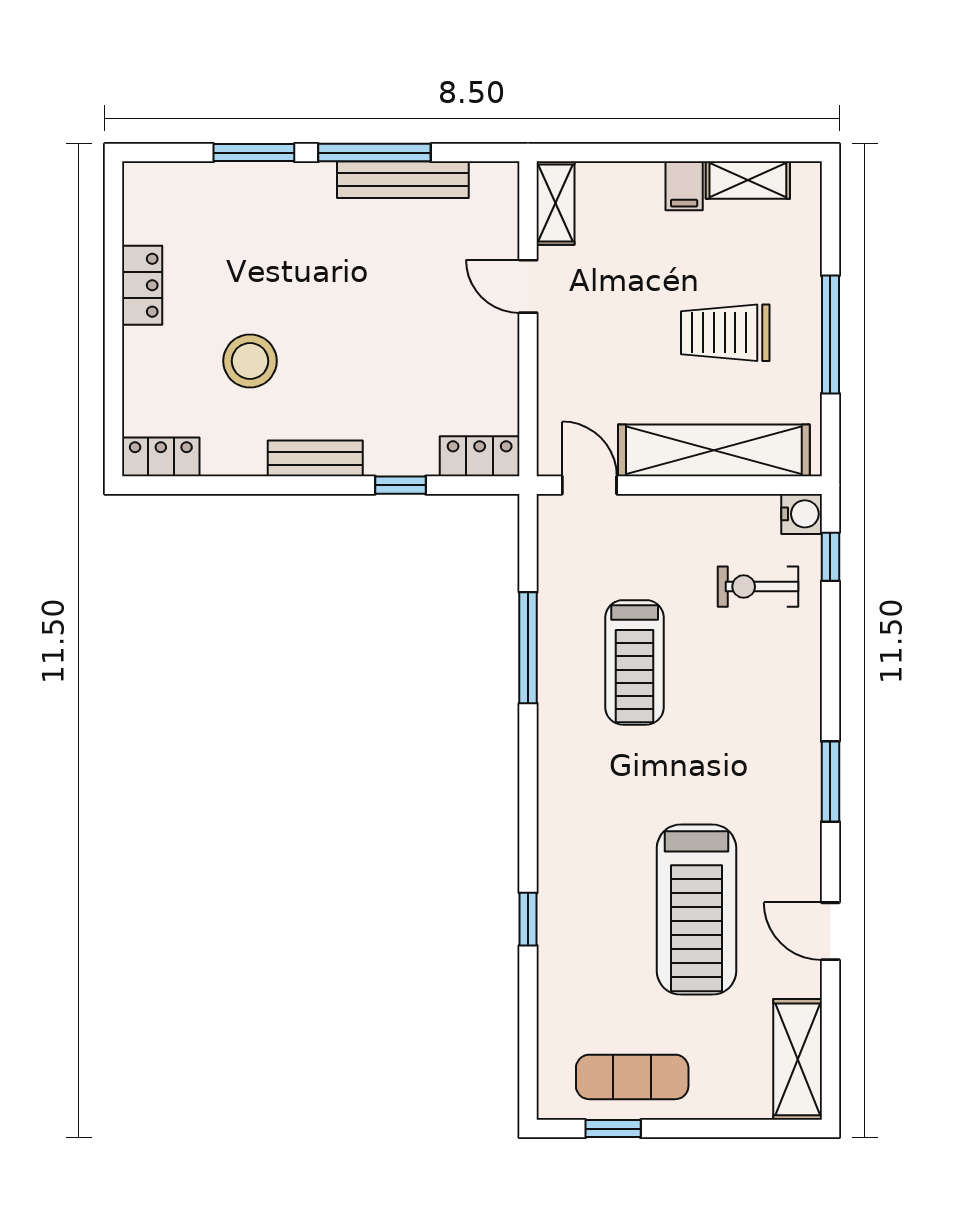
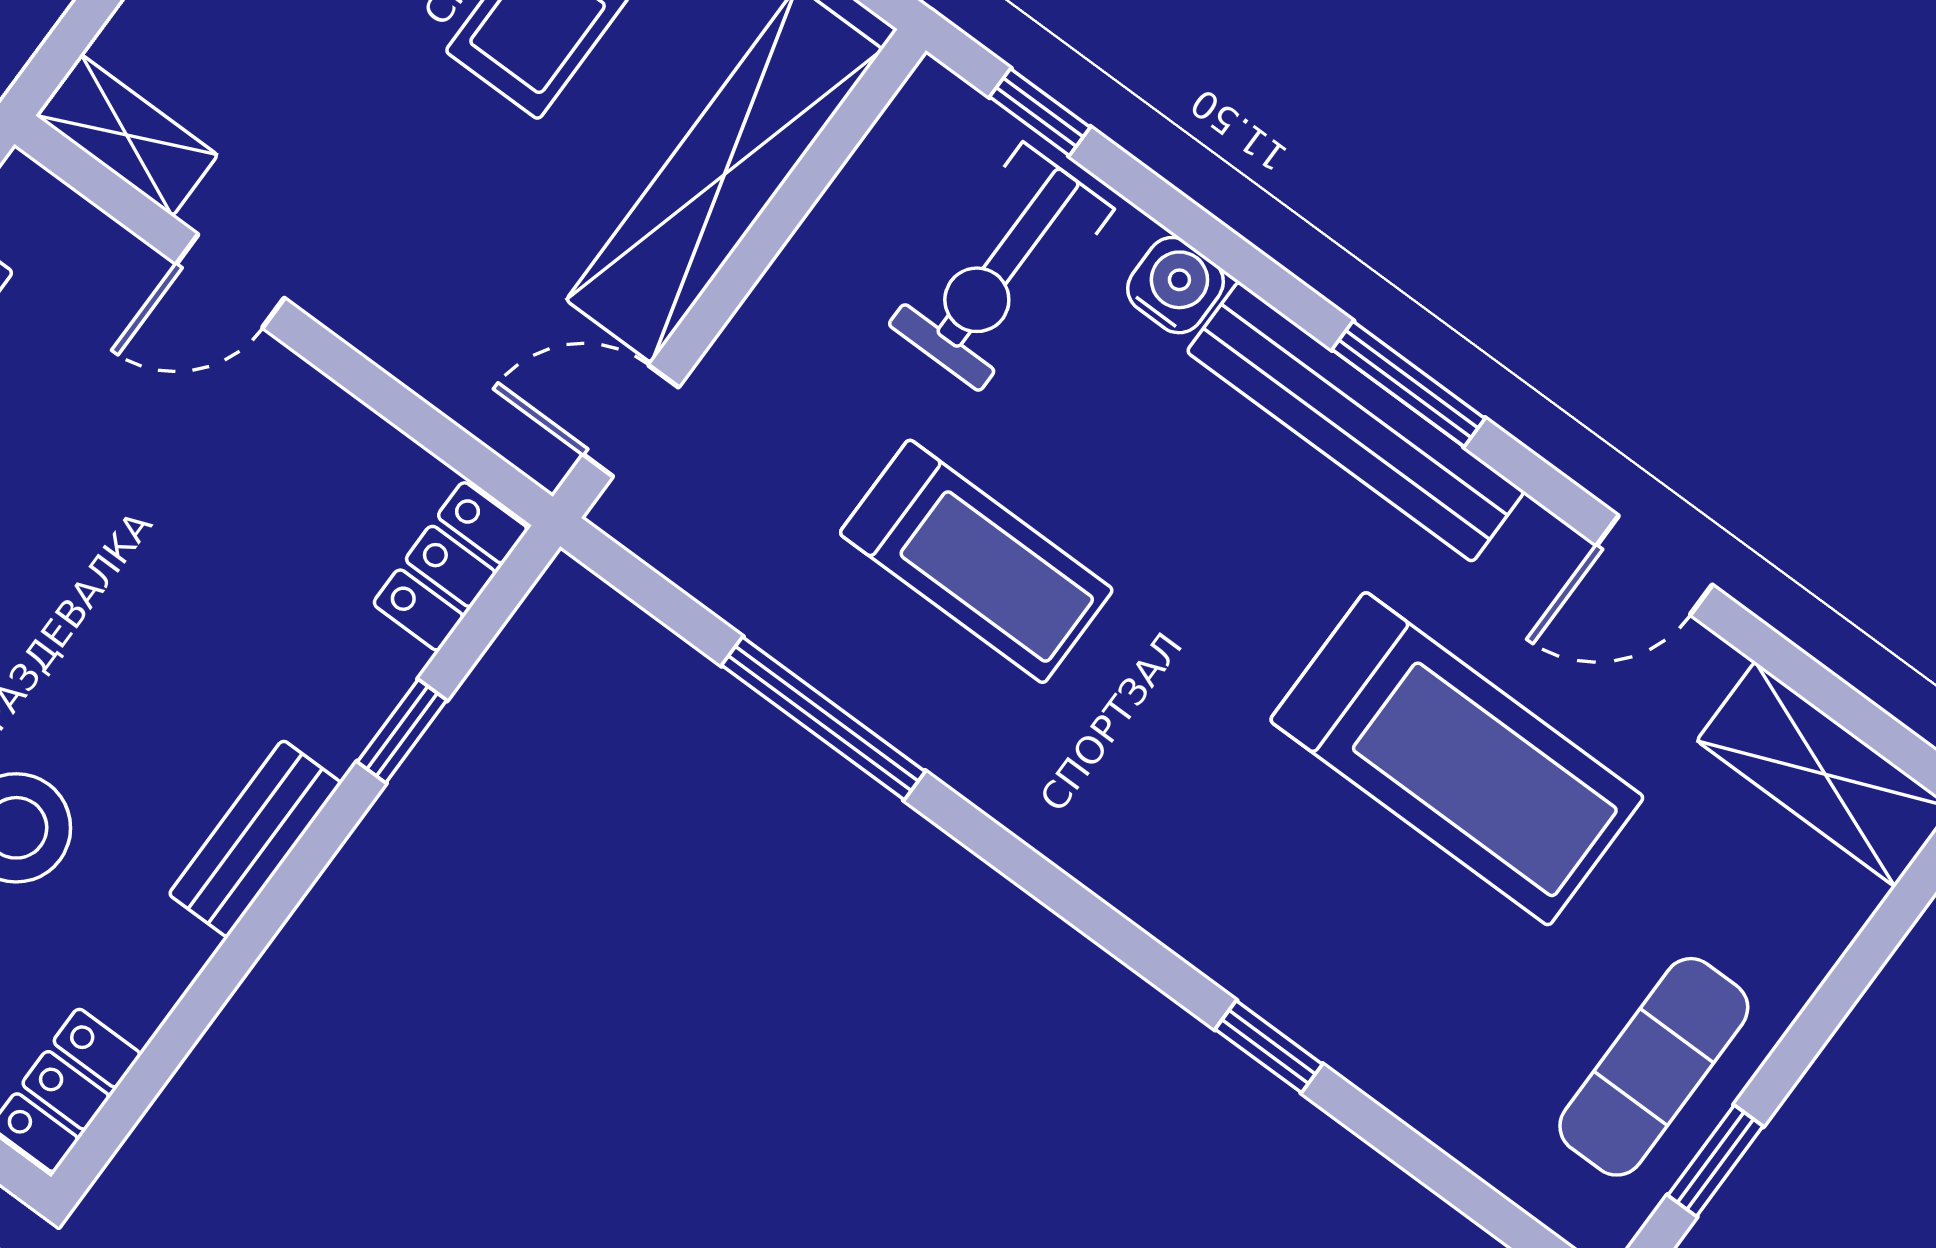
water cooler: (802, 514) -> (1176, 285), moved
exercise bike: (758, 587) -> (1001, 267), width x1.38, depth x1.39
bench: (800, 771) -> (1356, 422), added

